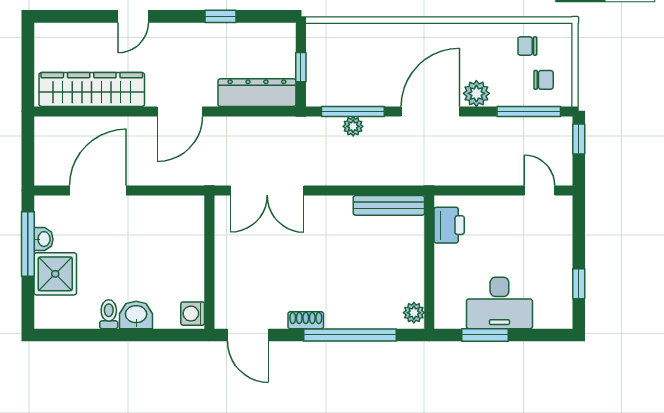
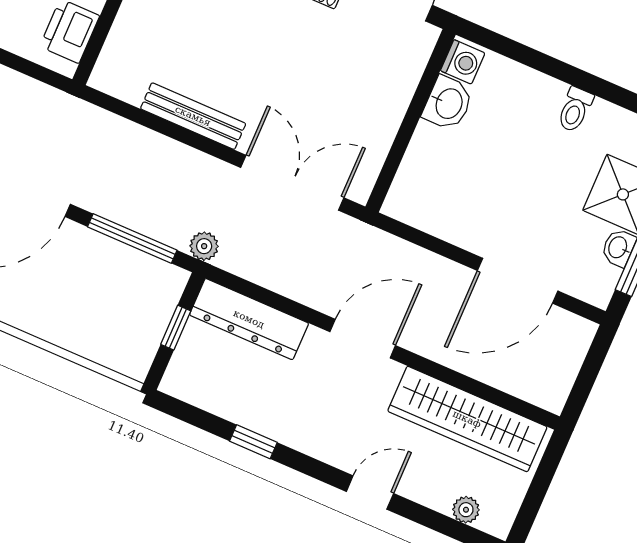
plant: (68, 32) -> (466, 510), added
plant: (353, 126) -> (204, 246), moved
bench: (389, 205) -> (193, 116), moved
washbasin: (136, 315) -> (448, 103), moved, turned -90

